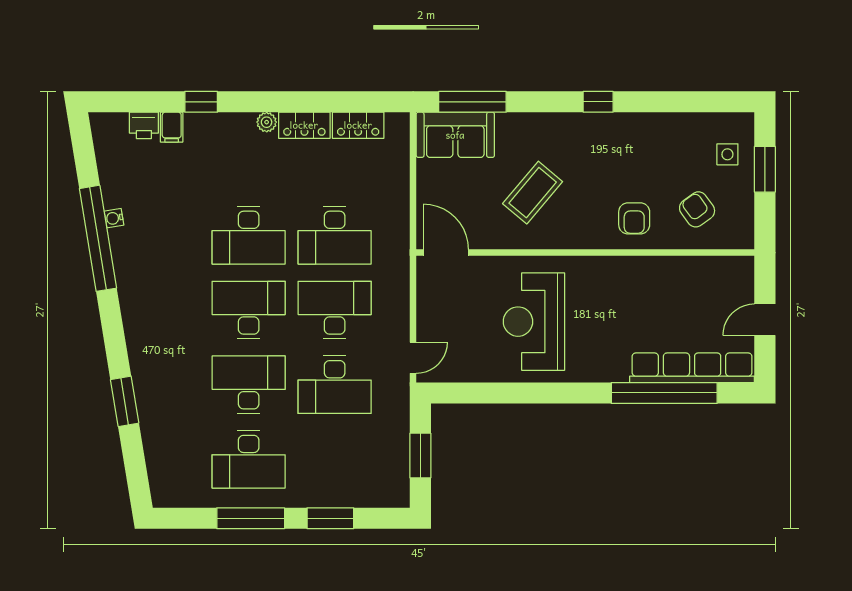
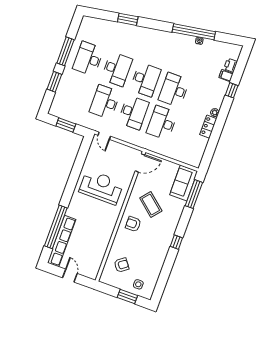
locker: (358, 125) -> (201, 147), removed
armchair: (634, 218) -> (133, 224), moved

